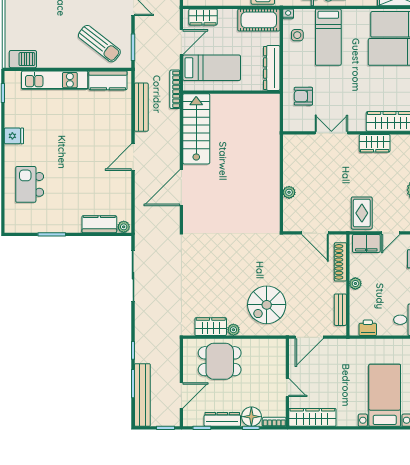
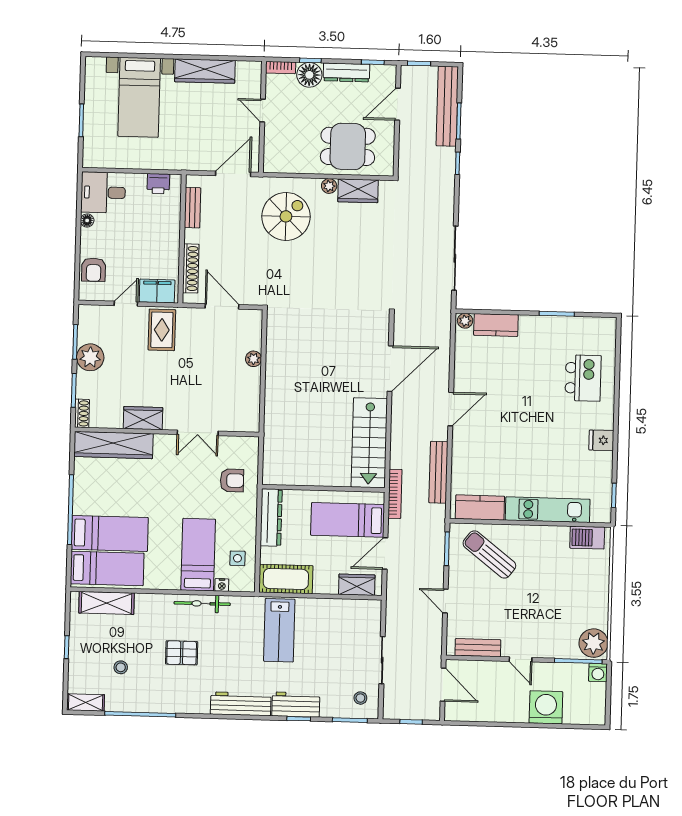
nightstand: (288, 14) -> (222, 585), moved
plant: (355, 283) -> (172, 240), removed
wardrobe: (312, 417) -> (205, 71), moved

